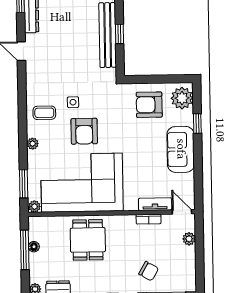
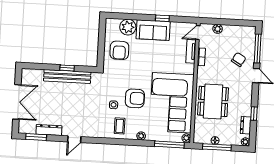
plant: (182, 98) -> (128, 27), moved
window: (197, 123) -> (162, 18), moved
window: (24, 184) -> (169, 145), width x1.44
dining table: (88, 240) -> (213, 101), width x1.38

